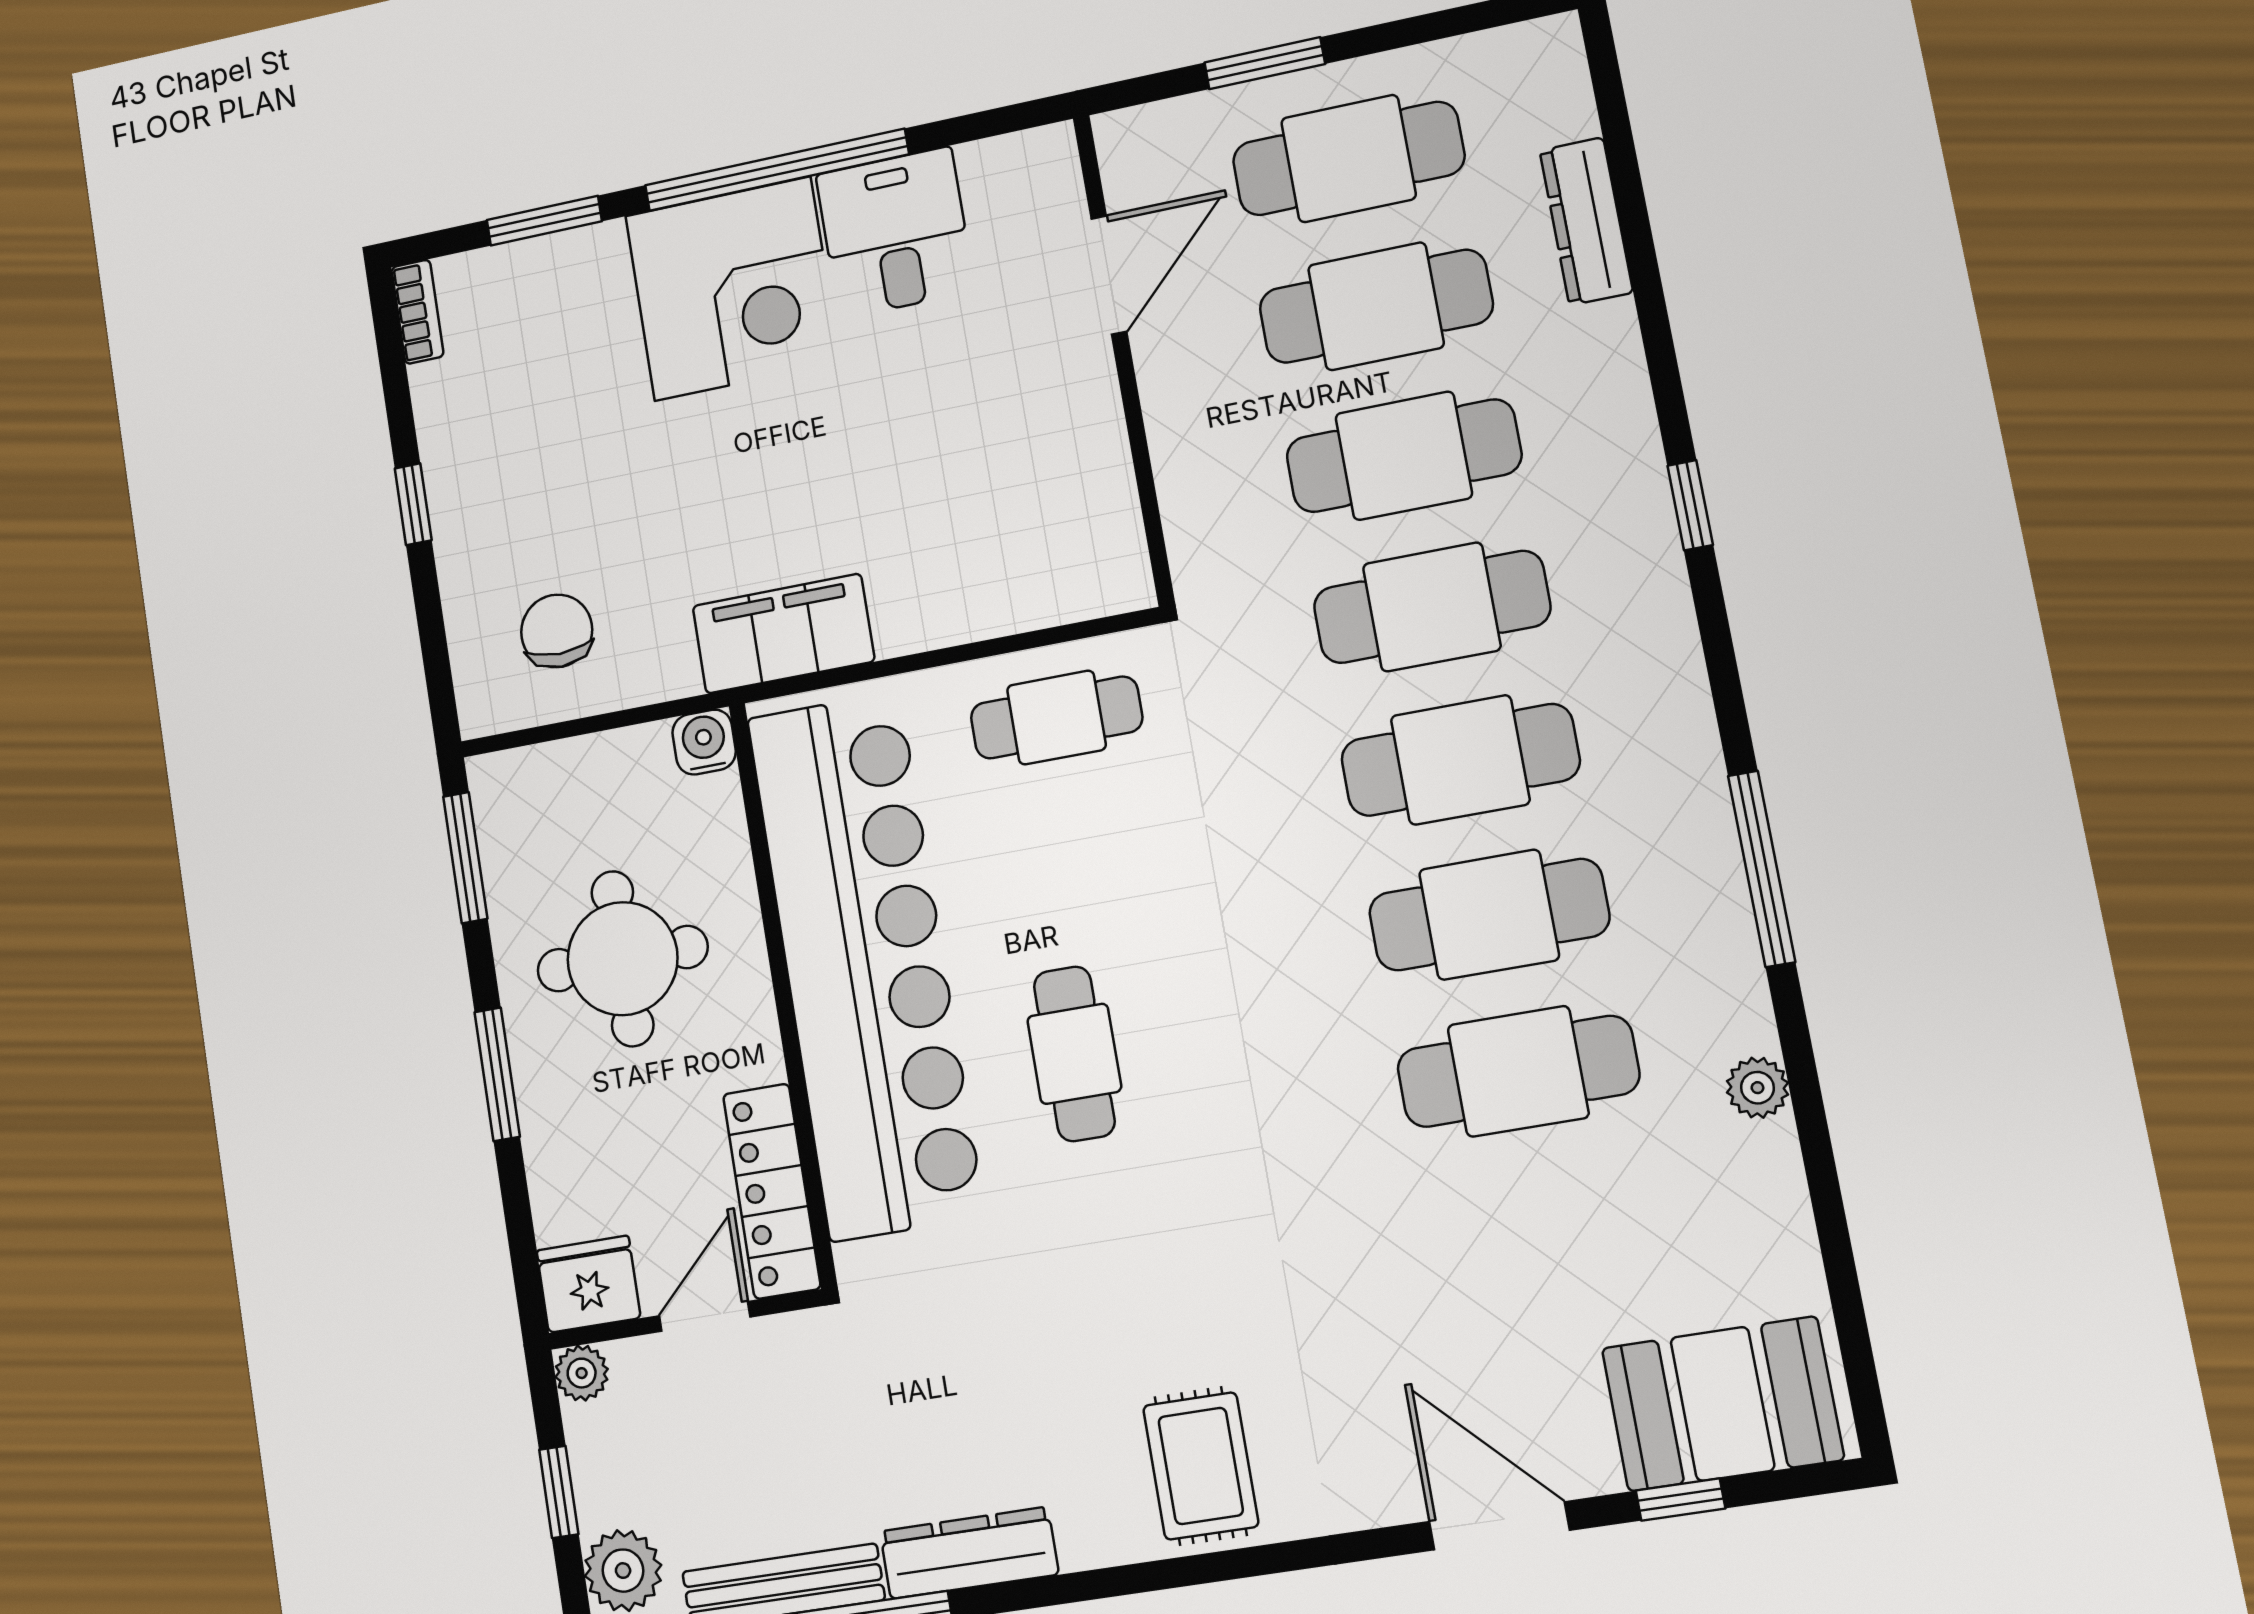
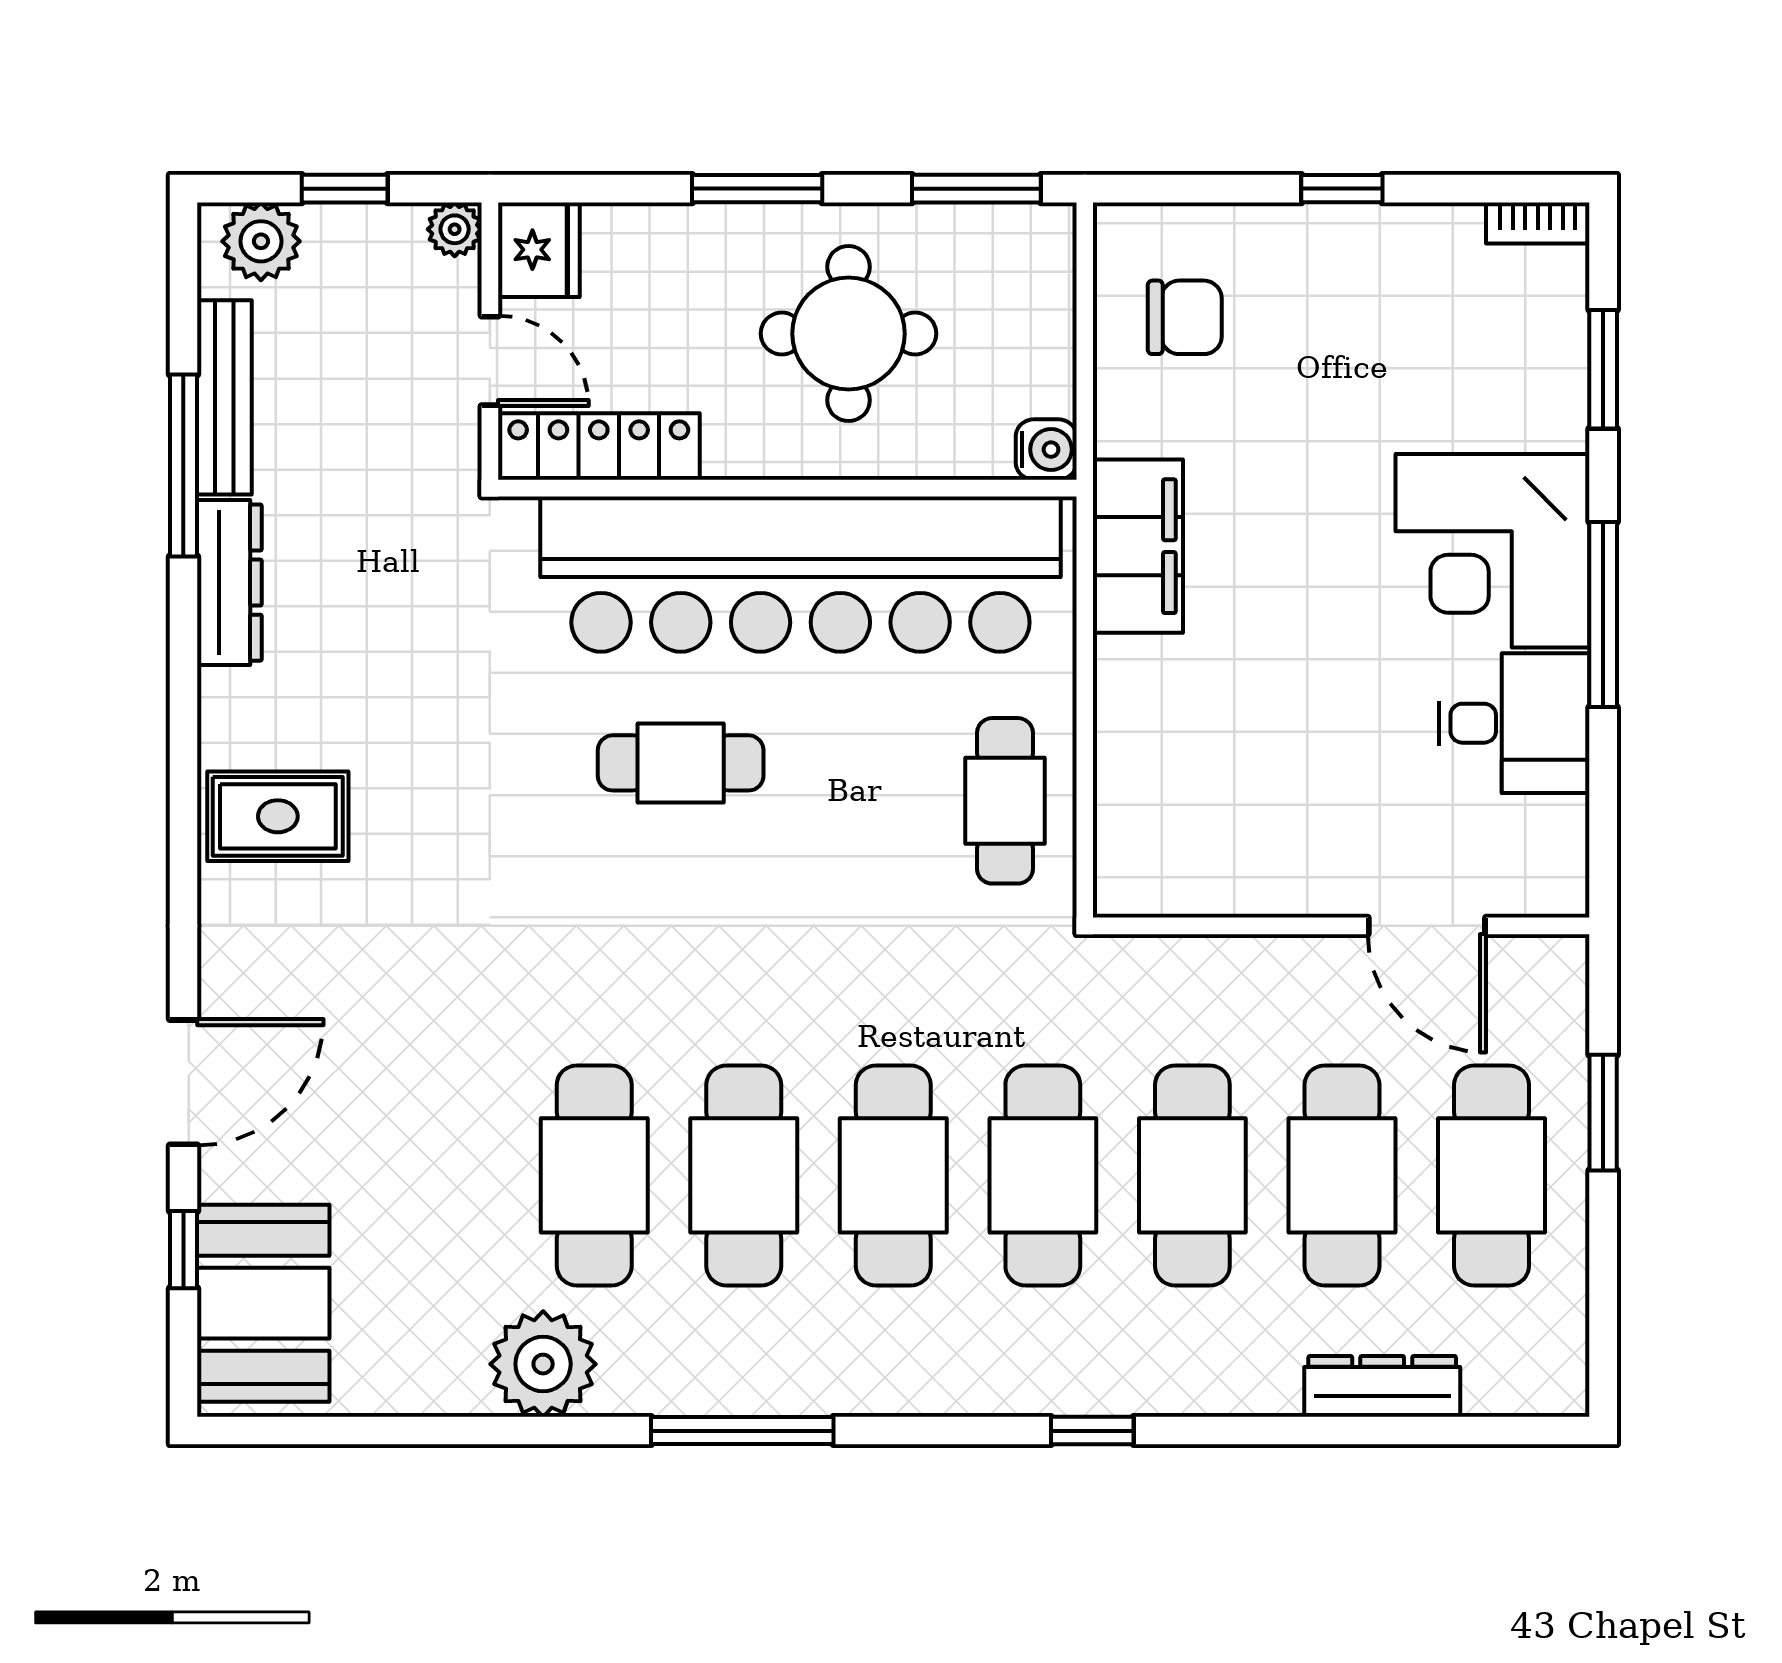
window: (776, 170) -> (1603, 615), width x0.68
plant: (1757, 1088) -> (543, 1364), width x1.87, depth x1.87

